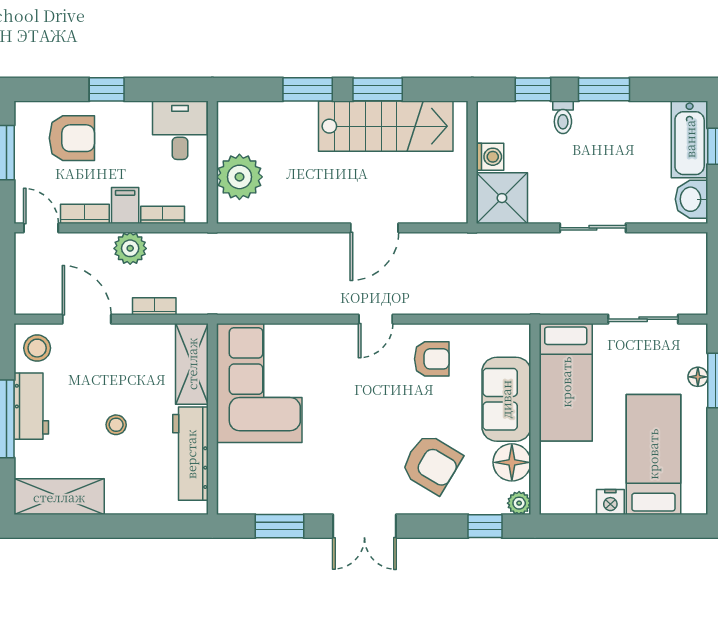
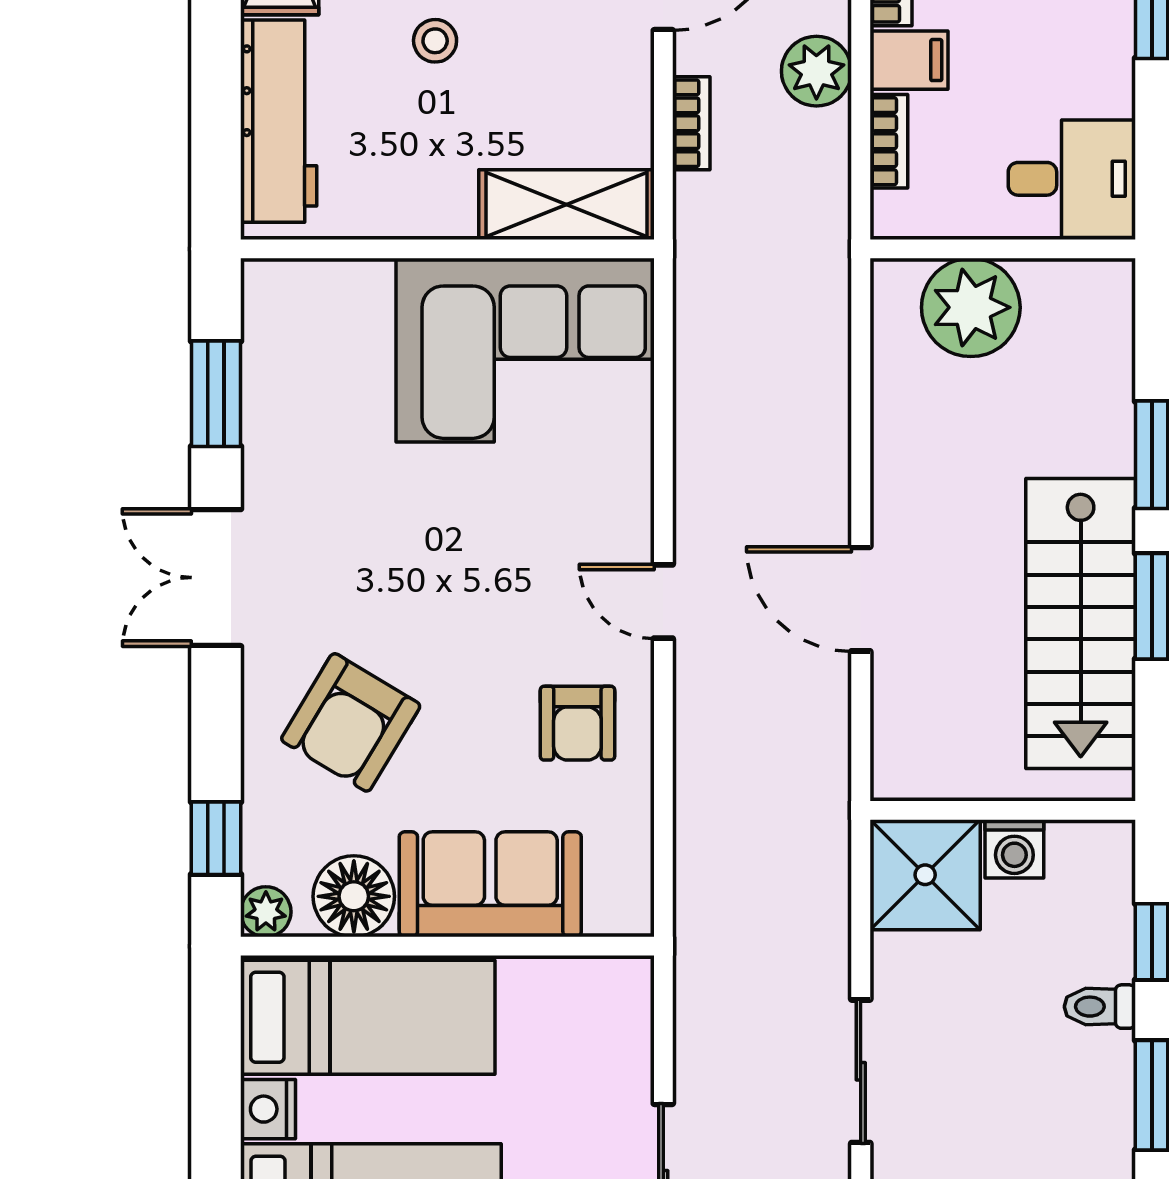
bed: (566, 382) -> (368, 1017), moved, turned 180
workbench: (191, 454) -> (279, 121), moved, turned 90

